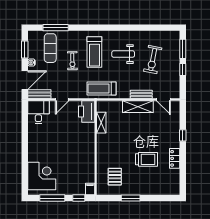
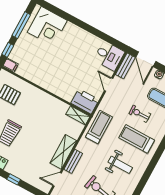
weight bench: (123, 54) -> (120, 165), turned 90
shelving: (101, 123) -> (78, 115), moved

